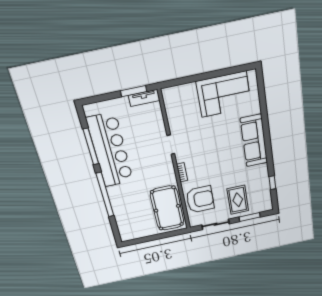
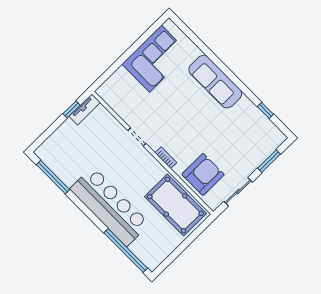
window: (134, 91) -> (72, 109), width x0.67
window: (91, 147) -> (53, 177), moved
bar counter: (110, 150) -> (110, 206), moved
window: (105, 195) -> (126, 250), moved
rug: (238, 200) -> (243, 151), removed

